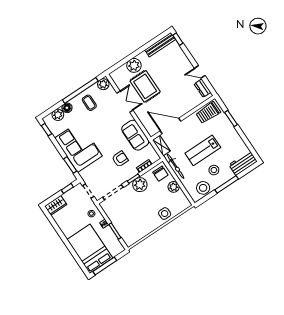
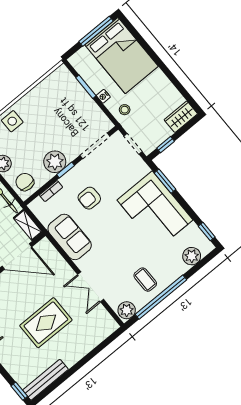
plant: (134, 65) -> (82, 344), removed
rug: (145, 86) -> (46, 323), moved, turned 90
floor lamp: (67, 108) -> (179, 268), removed

